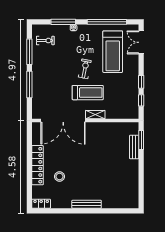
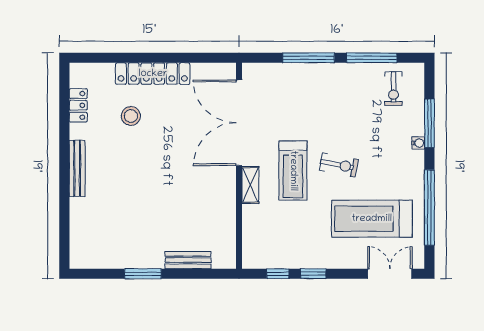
window: (141, 140) -> (143, 274), moved
locker: (41, 204) -> (78, 105), moved

